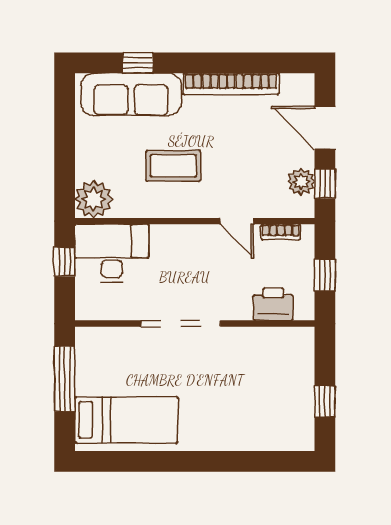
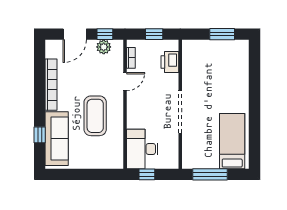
coffee table: (173, 166) -> (95, 116), width x1.36, depth x1.32
plant: (94, 199) -> (113, 159), removed
window: (325, 401) -> (222, 34), width x1.50

